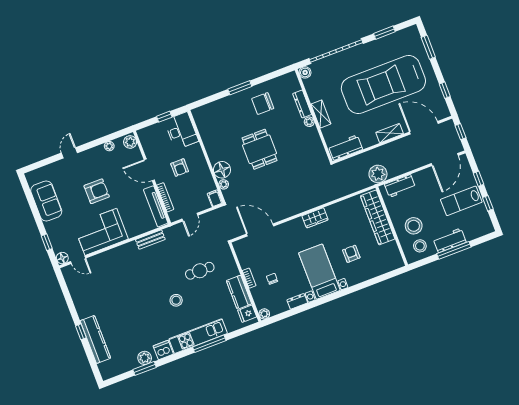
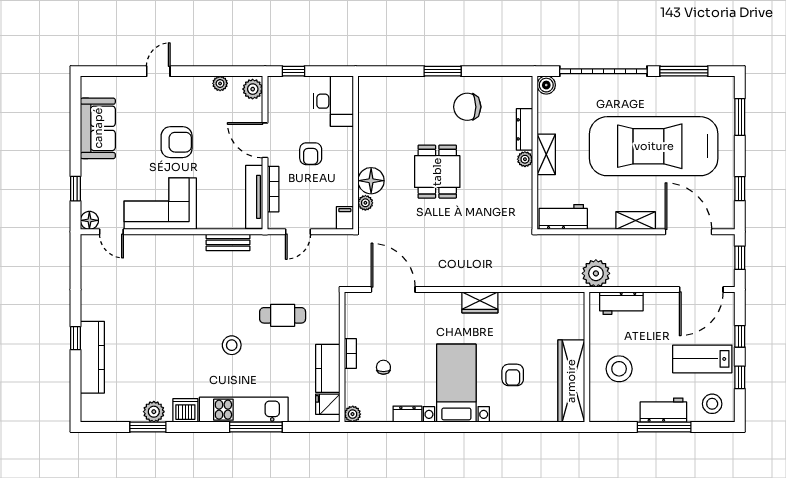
window: (384, 33) -> (684, 71), width x1.44
window: (164, 117) -> (293, 71), moved
wardrobe: (378, 217) -> (571, 381), moved
stool: (420, 246) -> (712, 404), moved
armchair: (351, 254) -> (513, 375), turned 180

